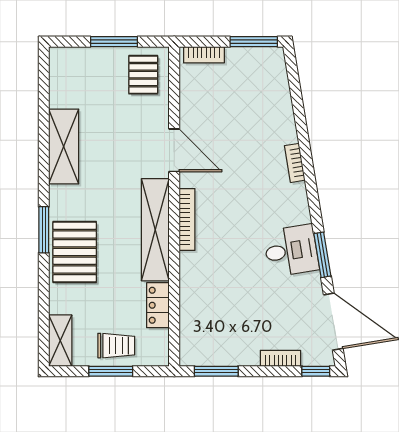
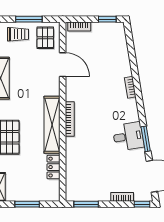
window: (254, 42) -> (107, 19), width x0.67
door: (174, 150) -> (63, 65), moved
trolley: (116, 346) -> (18, 34), moved

